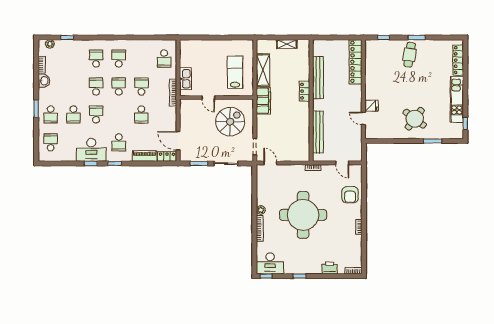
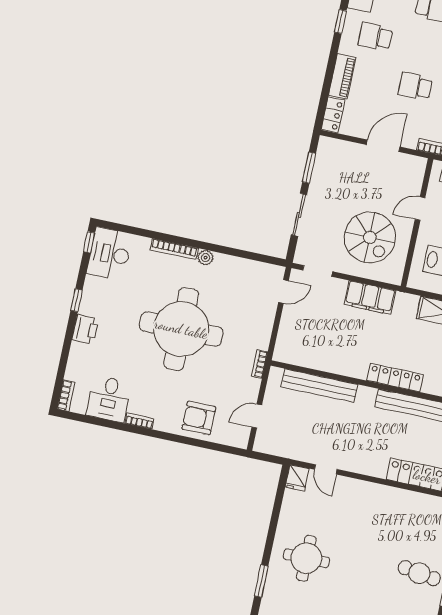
locker: (305, 91) -> (395, 378), width x1.53
filing cabinet: (263, 101) -> (370, 298), moved
fridge: (372, 106) -> (297, 478), moved
door: (363, 119) -> (326, 469), swing flipped
round table: (415, 119) -> (306, 558), turned -37
door: (178, 141) -> (383, 146), moved
desk: (350, 247) -> (109, 399), added
printer: (330, 268) -> (85, 329), moved

